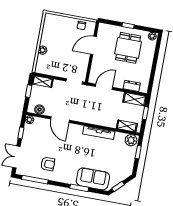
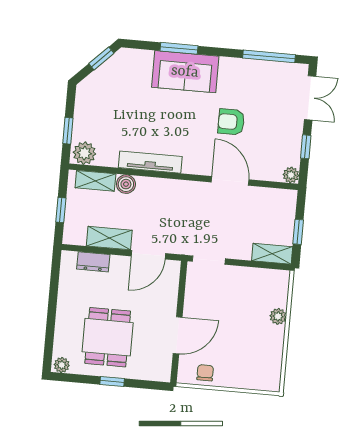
shelving: (135, 99) -> (109, 238), moved
boiler: (39, 109) -> (126, 184), moved
armchair: (48, 164) -> (231, 122), moved
sofa: (93, 179) -> (185, 72), moved

